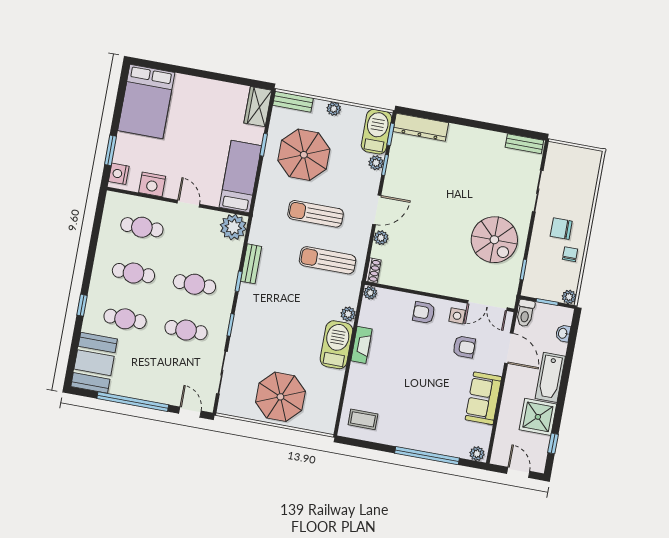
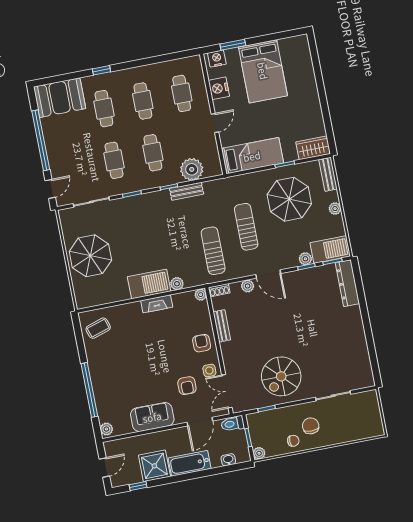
bed: (146, 102) -> (263, 71), moved, turned -90
bench: (524, 144) -> (222, 326), moved
plant: (233, 227) -> (192, 169), moved
coffee table: (363, 419) -> (98, 328), turned 72

